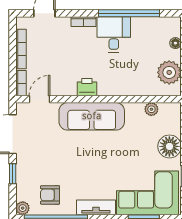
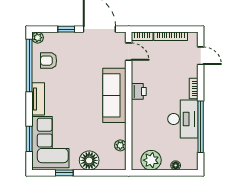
desk: (114, 34) -> (183, 119), width x1.37
armchair: (50, 195) -> (49, 61), turned -90

